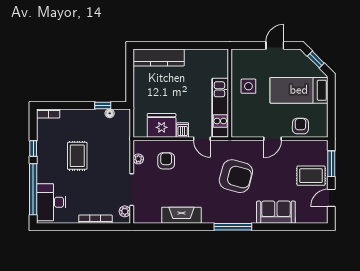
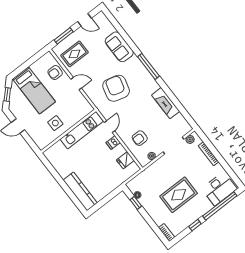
fridge: (162, 125) -> (125, 160), width x0.53, depth x0.75
rug: (77, 156) -> (179, 195), width x1.36, depth x1.43
rug: (311, 176) -> (74, 54), moved, turned 90

